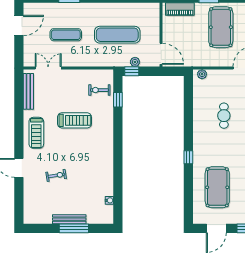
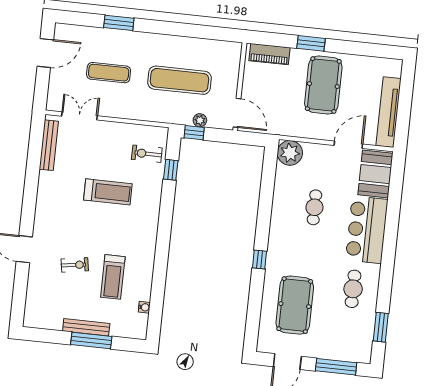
plant: (202, 74) -> (290, 153), width x1.87, depth x1.87
treadmill: (36, 133) -> (113, 277), moved

